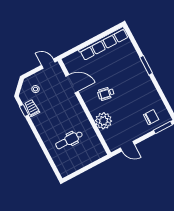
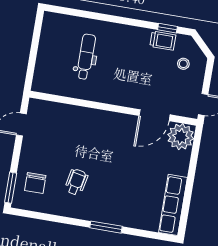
row of seats: (104, 44) -> (173, 205), width x0.73
wheelchair: (106, 94) -> (76, 182), moved
plant: (104, 121) -> (181, 137), moved

